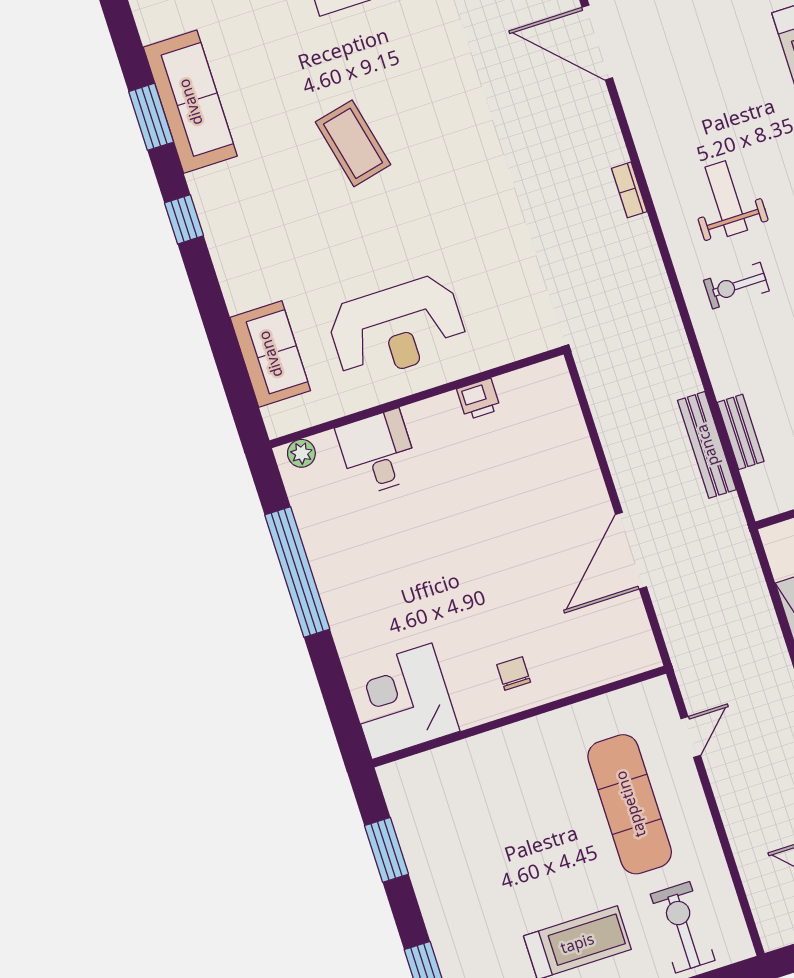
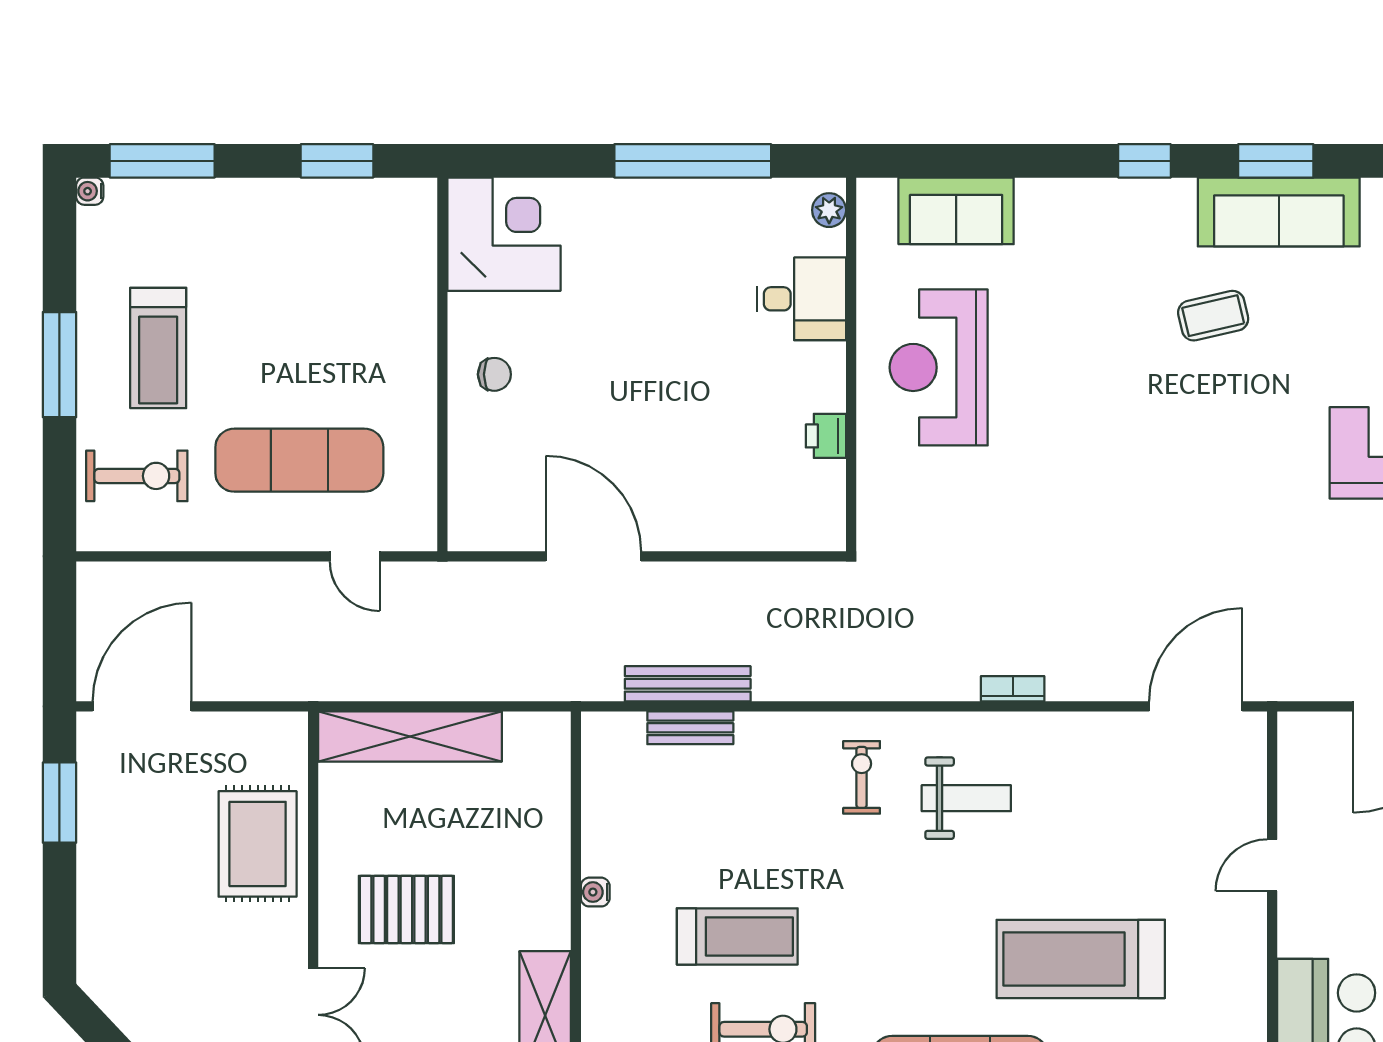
coffee table: (353, 143) -> (1213, 316), moved, width x0.73, depth x0.77

